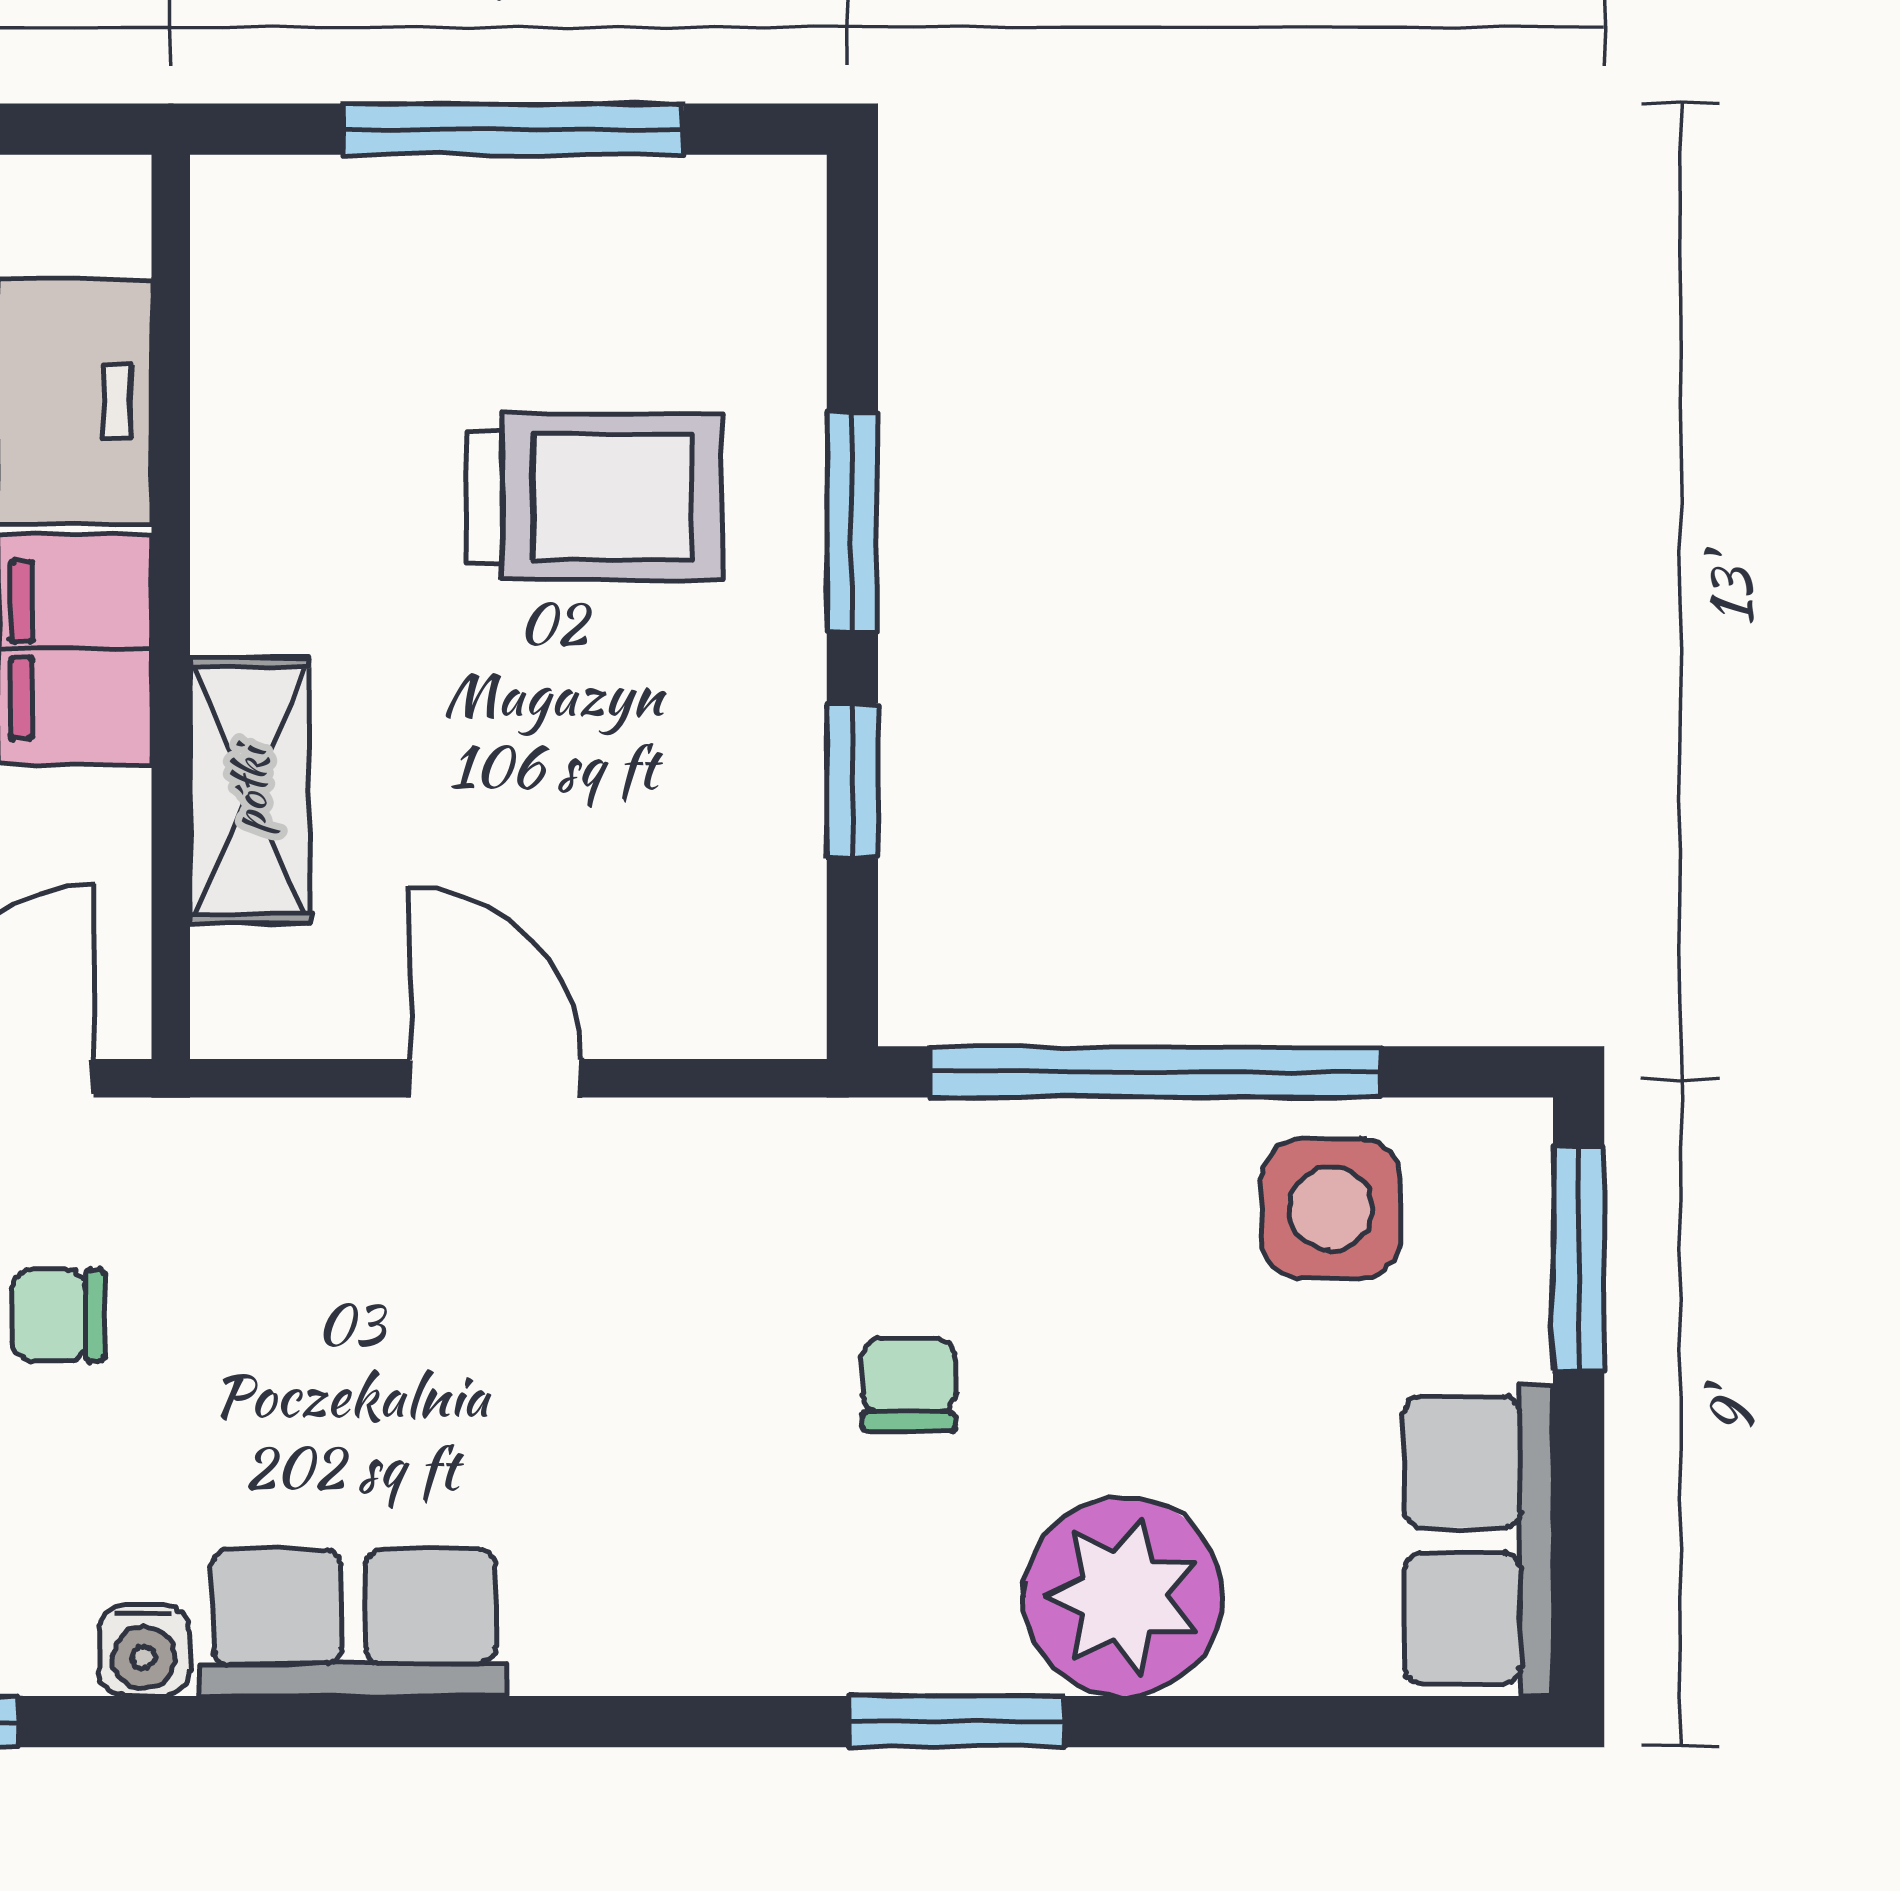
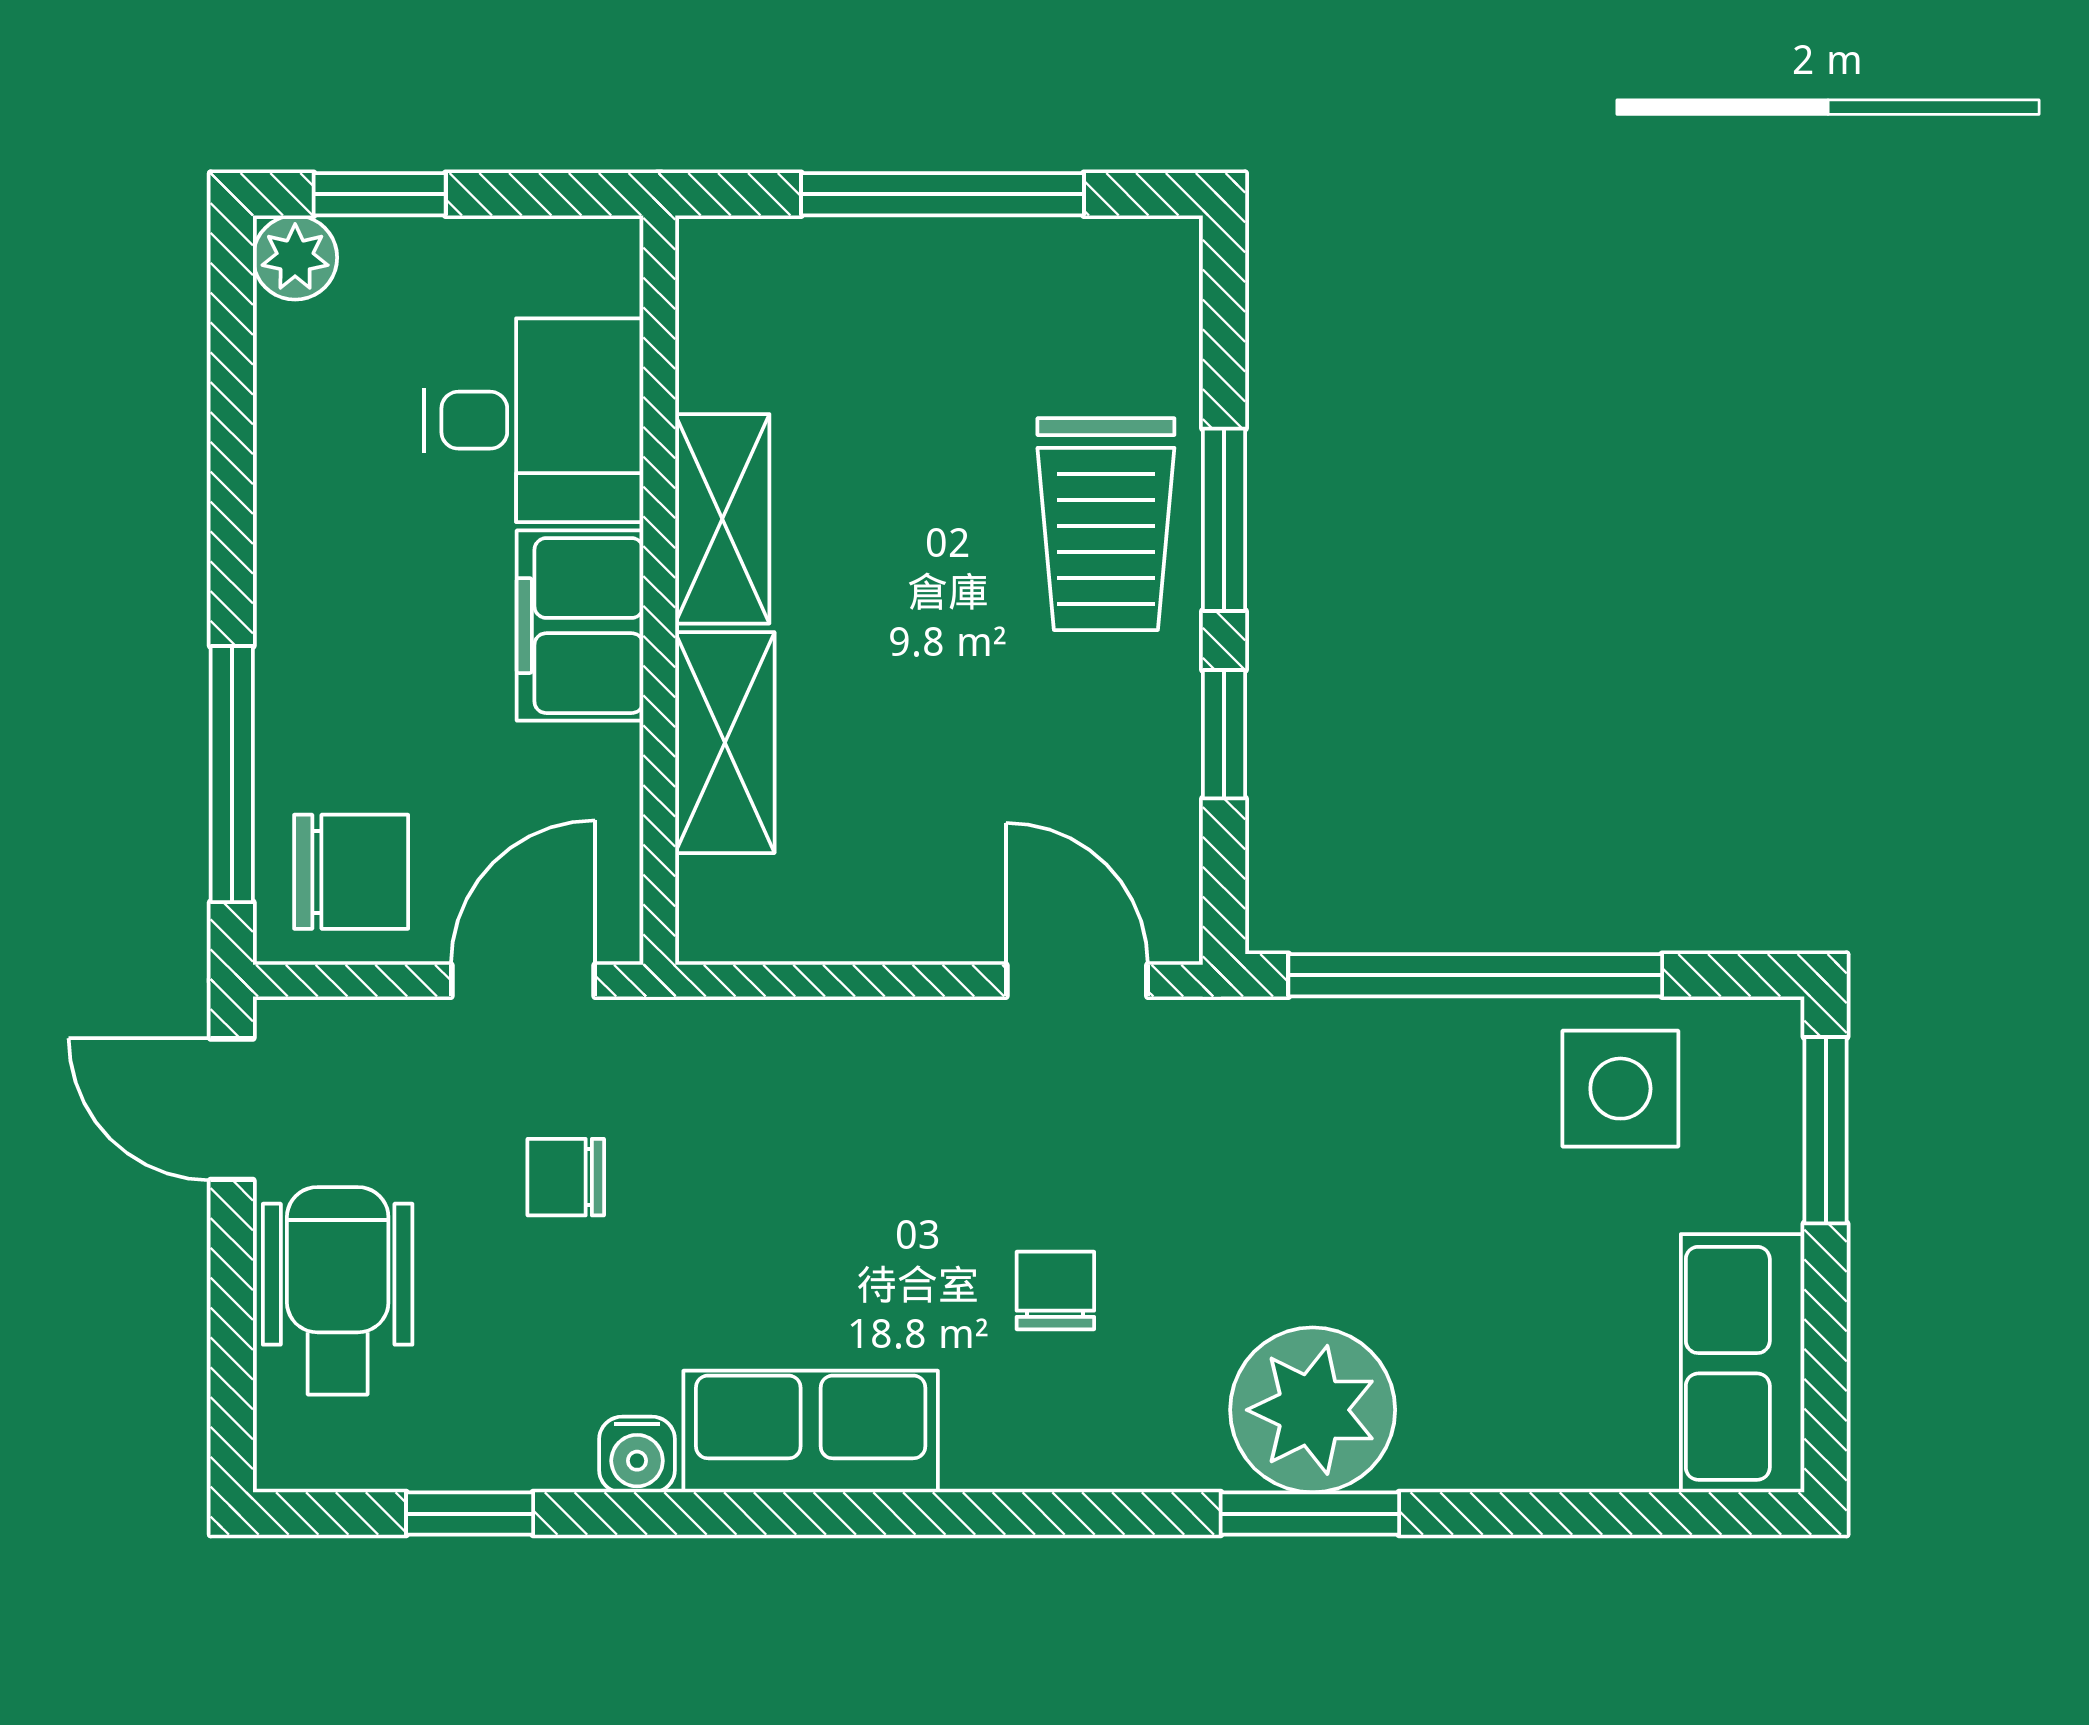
trolley: (594, 497) -> (1106, 524), moved, turned 90
shelving: (247, 521) -> (722, 519), added
door: (496, 1078) -> (1077, 981), moved
chair: (909, 1384) -> (1055, 1290), moved
plant: (1123, 1596) -> (1313, 1410), moved

